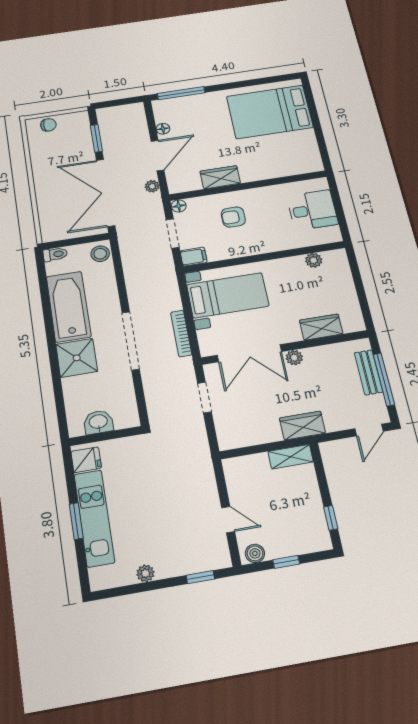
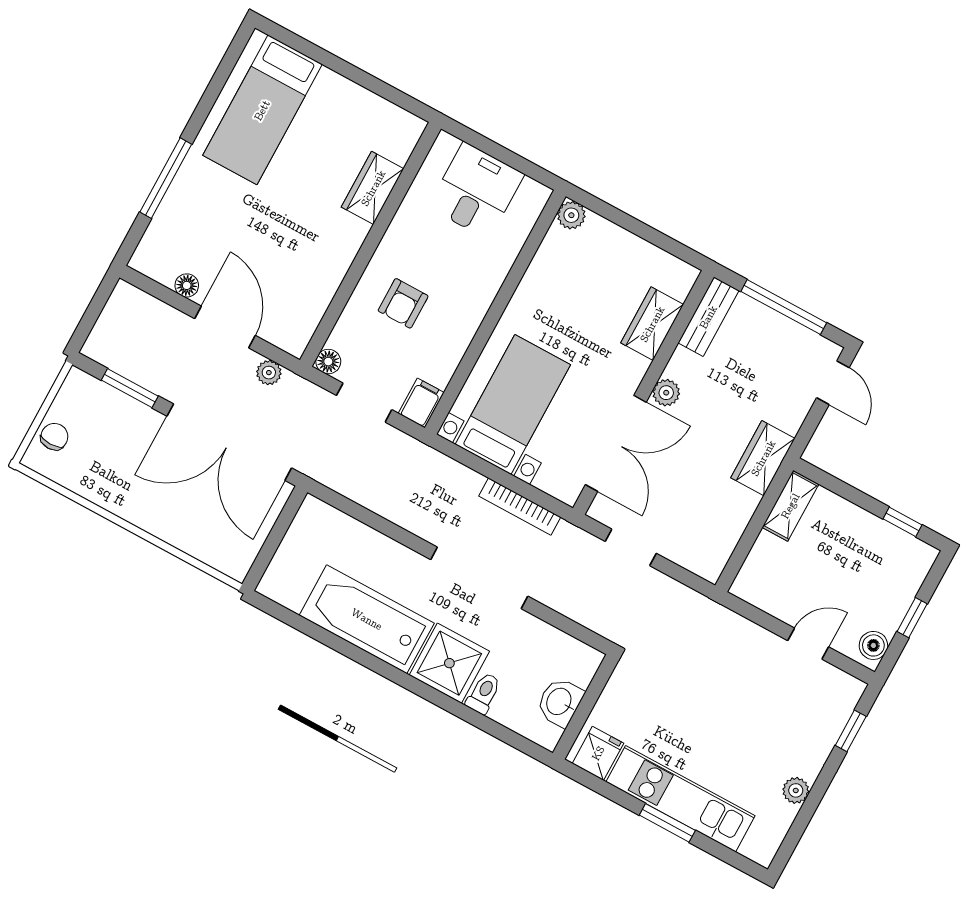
window: (181, 93) -> (166, 178), moved
bed: (270, 112) -> (262, 110), width x0.67
wardrobe: (220, 177) -> (373, 188), moved
toilet: (55, 254) -> (484, 693), moved
stool: (100, 254) -> (320, 520), removed
plant: (314, 260) -> (571, 215), moved
bench: (368, 372) -> (708, 317), moved, turned 90

